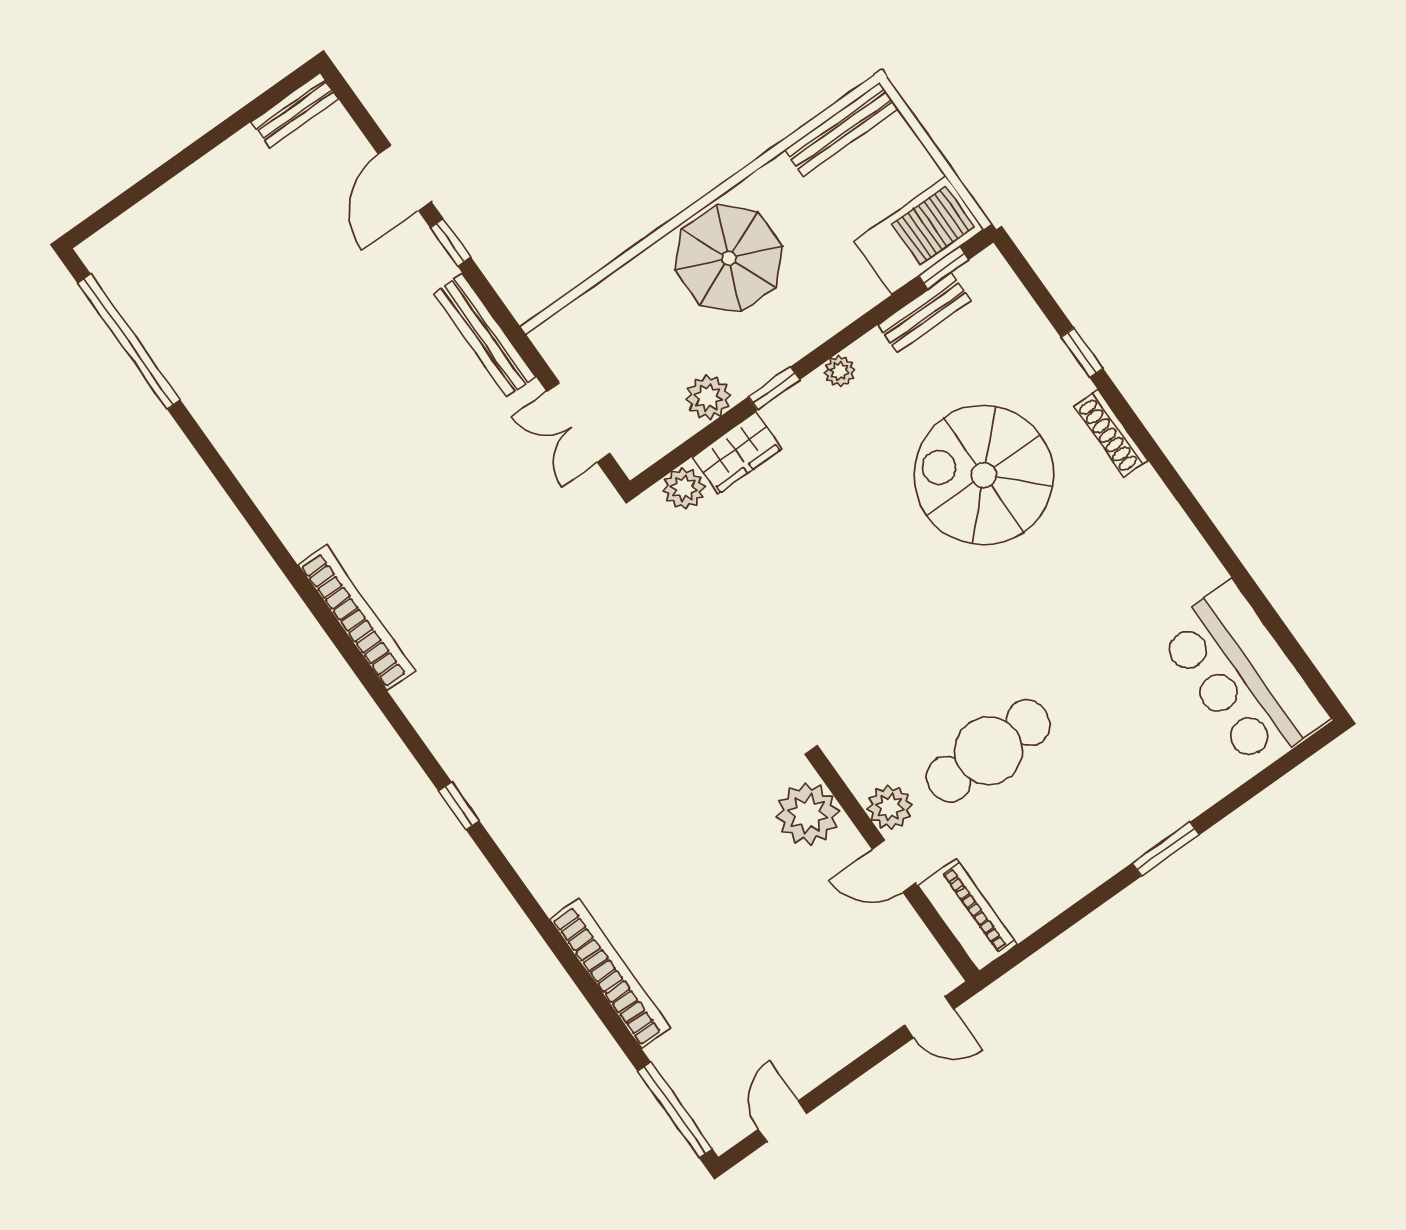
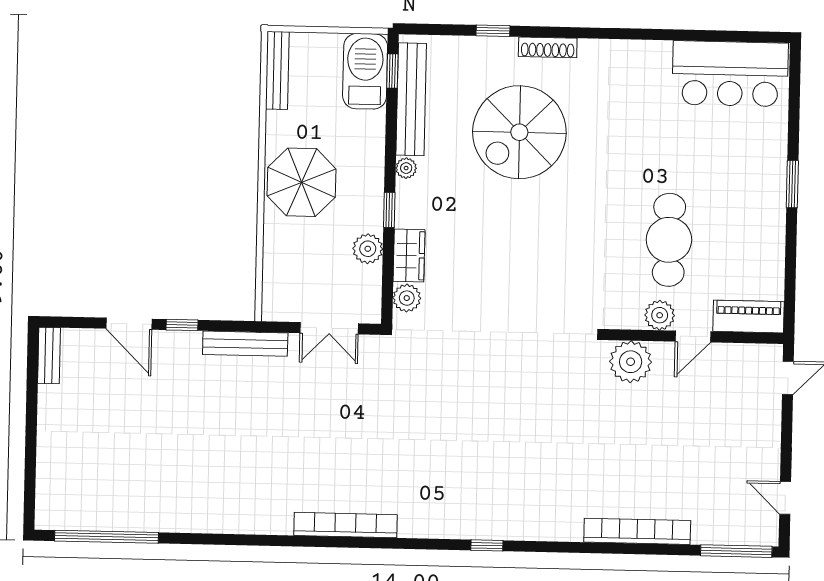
bench: (924, 313) -> (411, 99), width x1.86, depth x1.21

